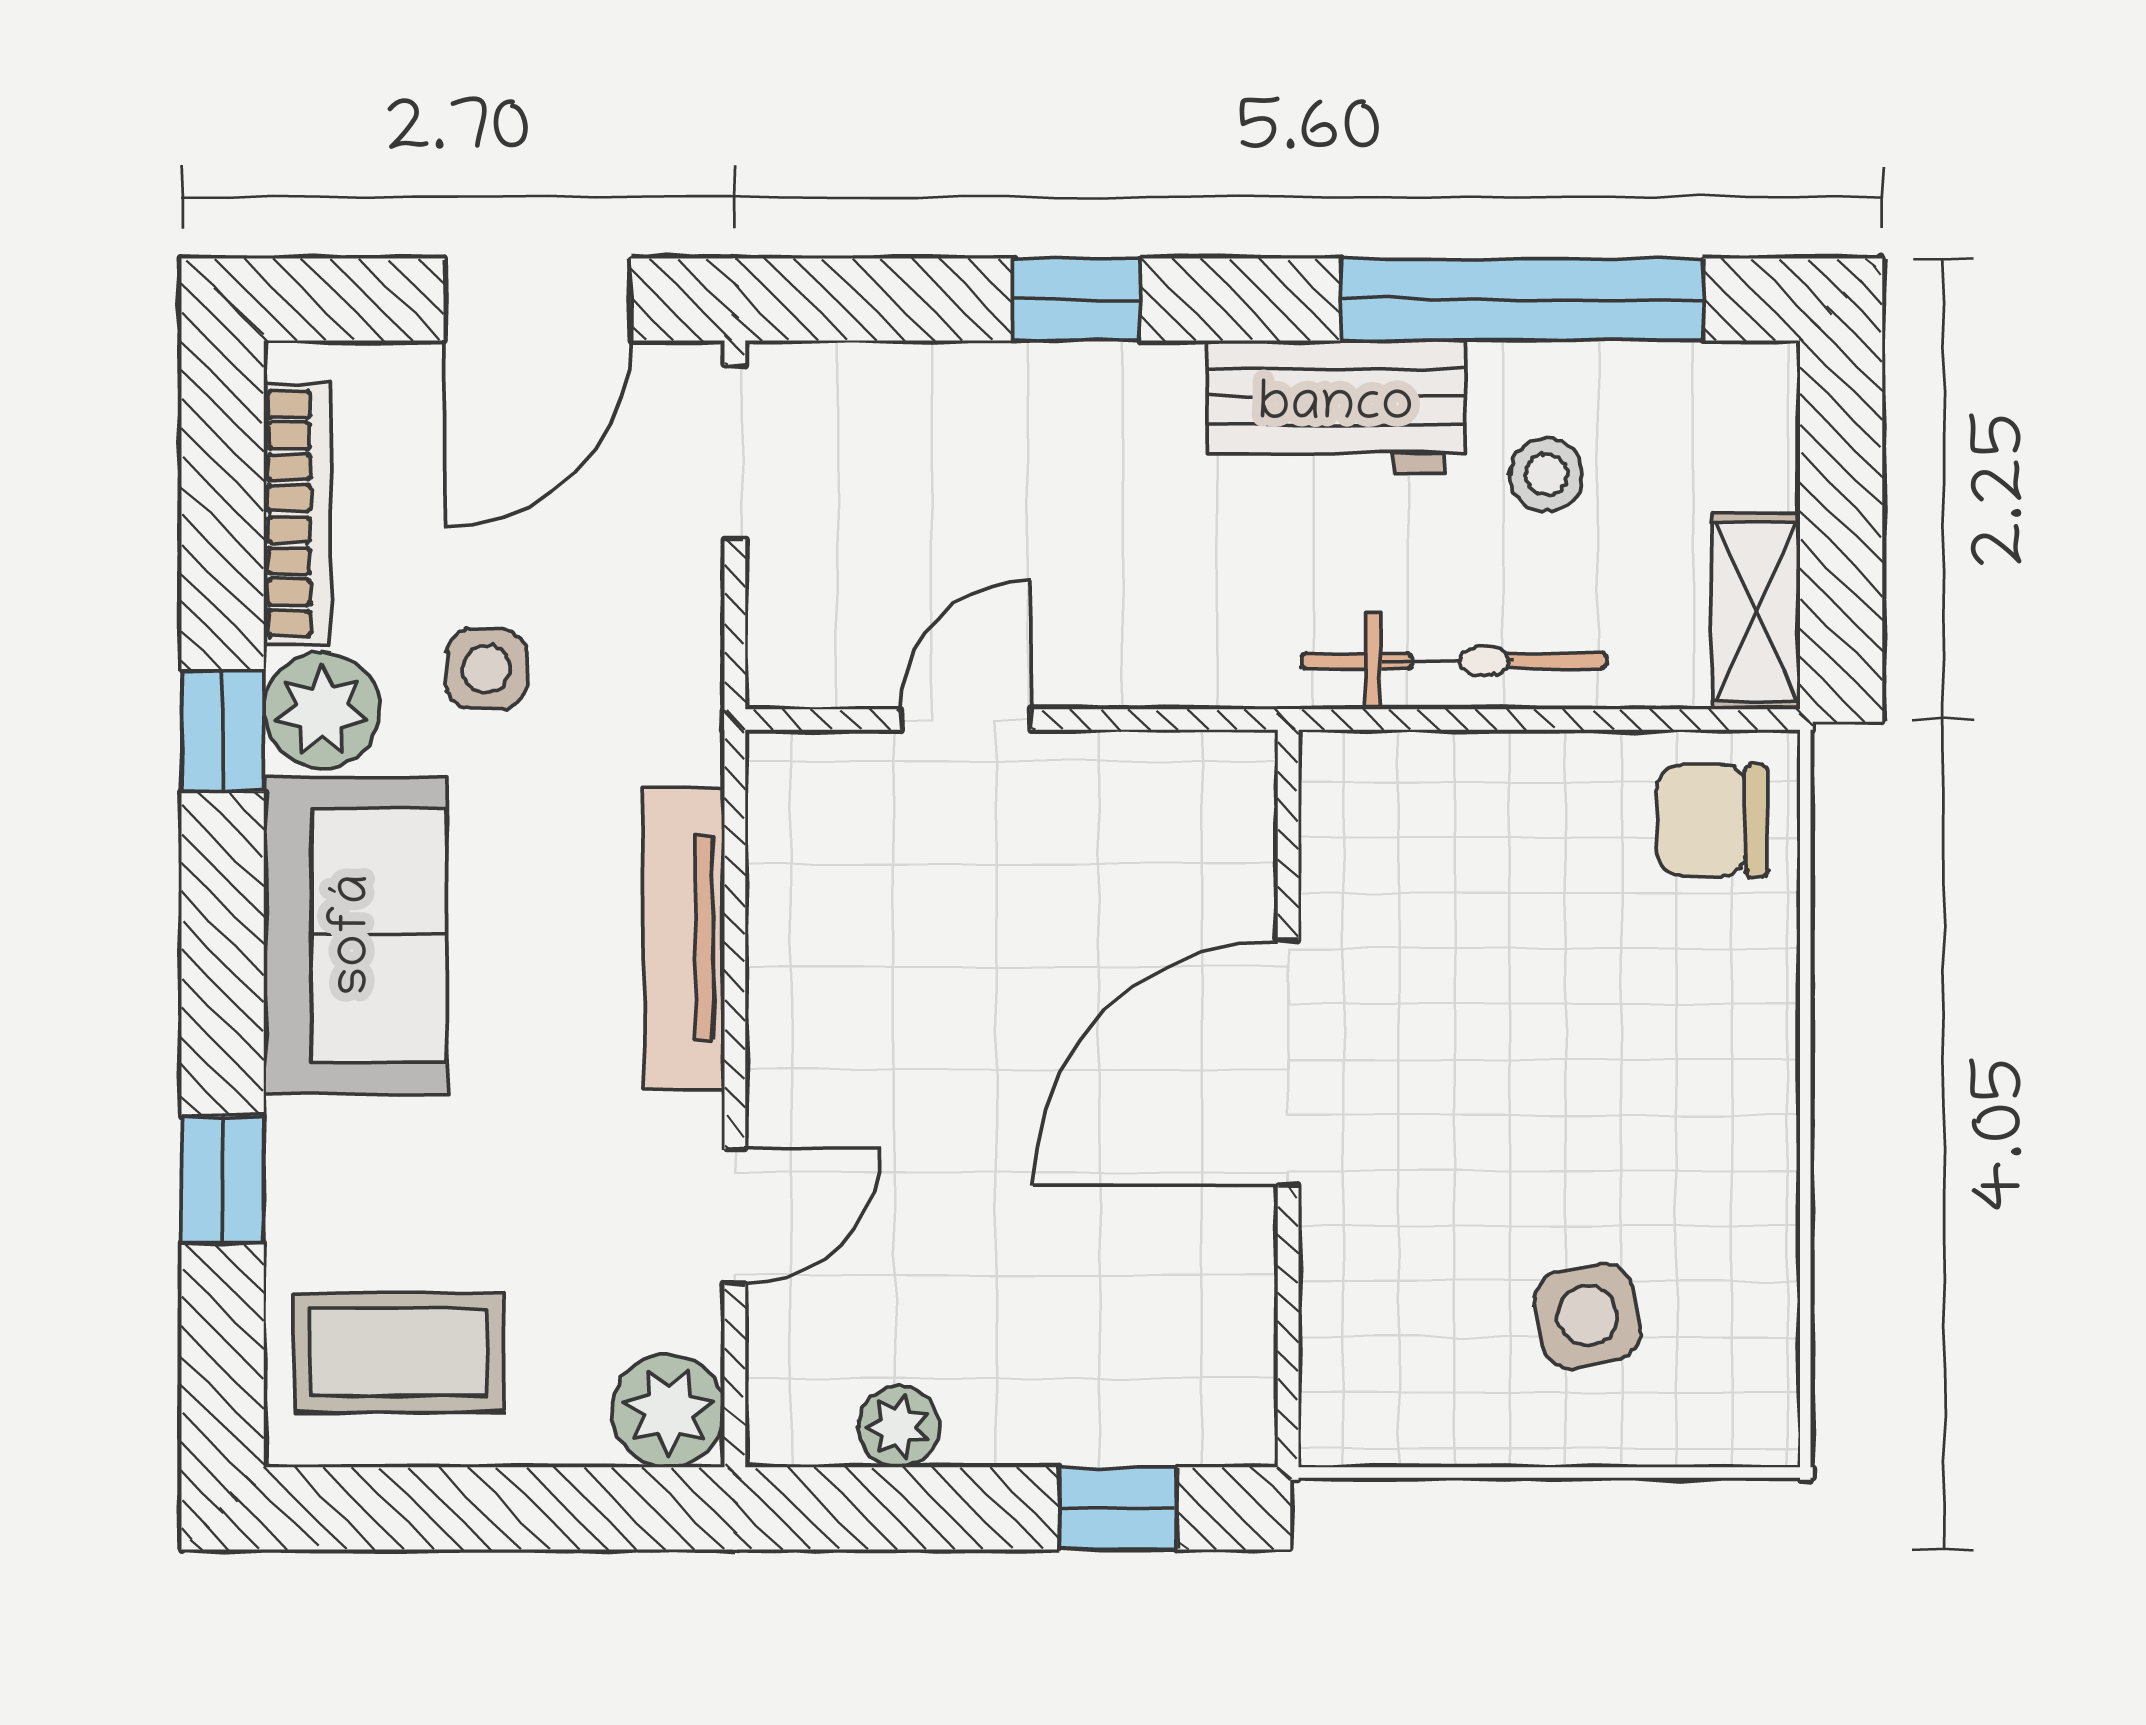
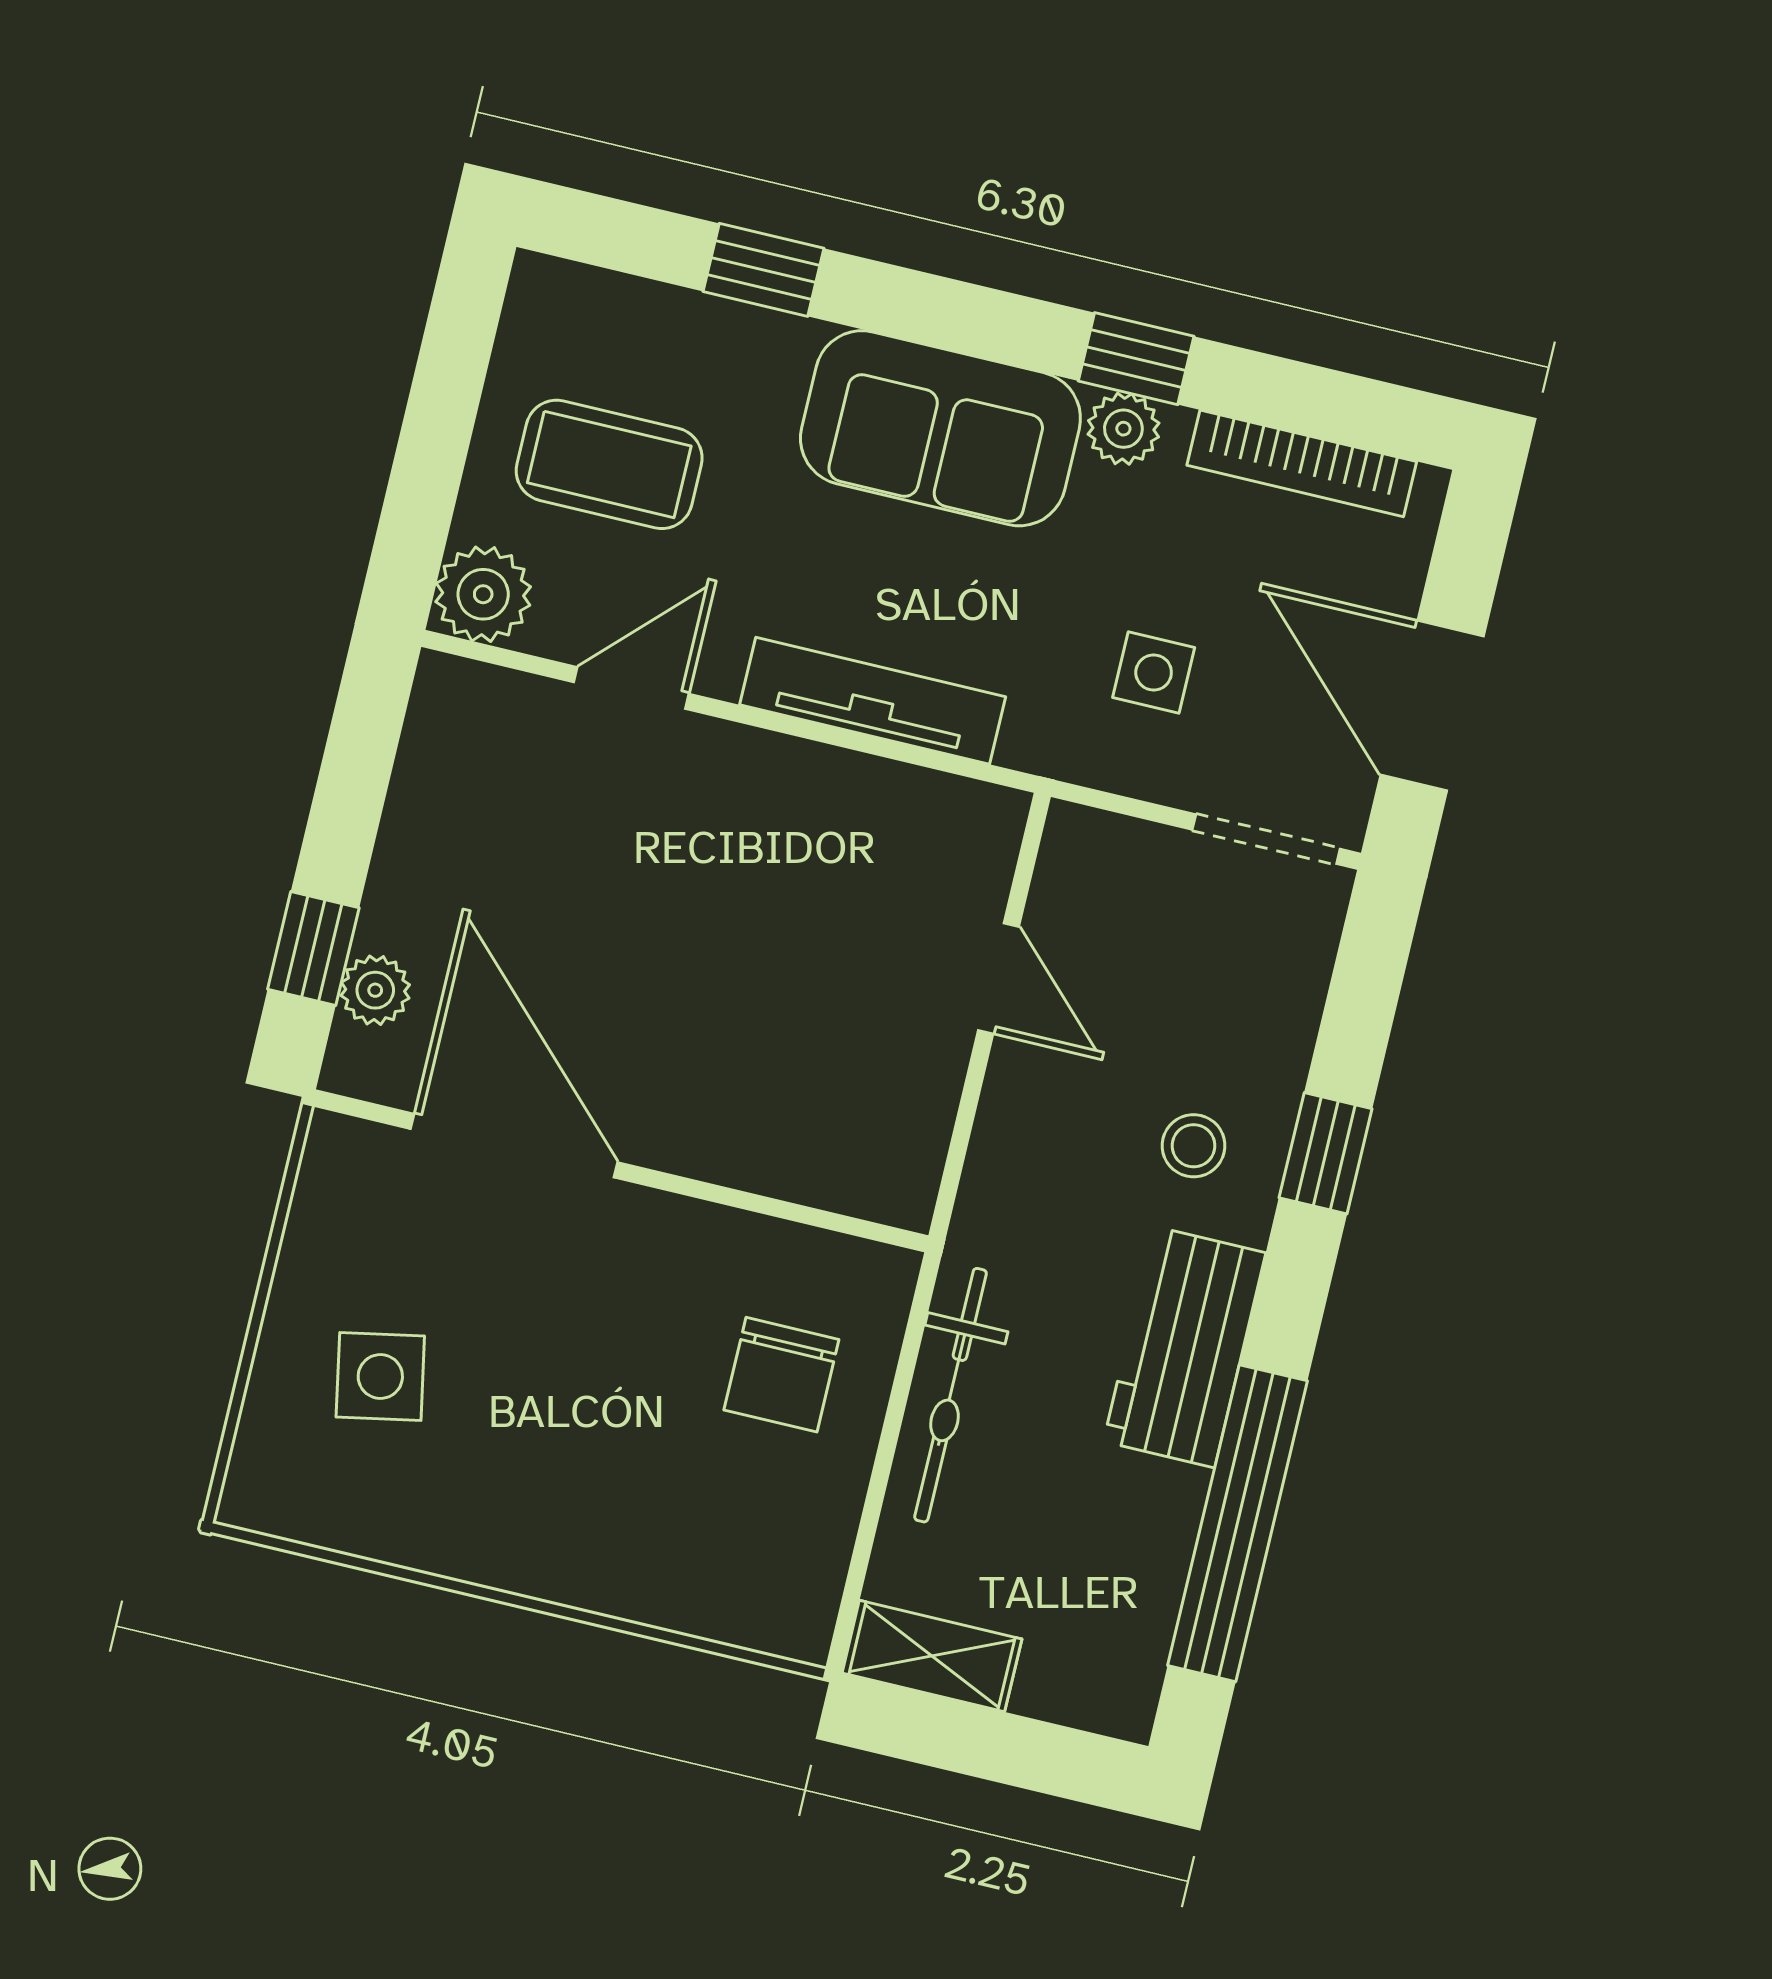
stool: (1546, 475) -> (1194, 1146), moved
side table: (486, 669) -> (1154, 672), moved
plant: (322, 711) -> (1123, 429), width x0.73, depth x0.73
chair: (1712, 820) -> (781, 1375), moved, turned 180
door: (1288, 1063) -> (514, 1146), moved
door: (735, 1217) -> (631, 688), swing flipped
coffee table: (398, 1352) -> (609, 464), moved, turned 90
plant: (899, 1426) -> (375, 990), moved

